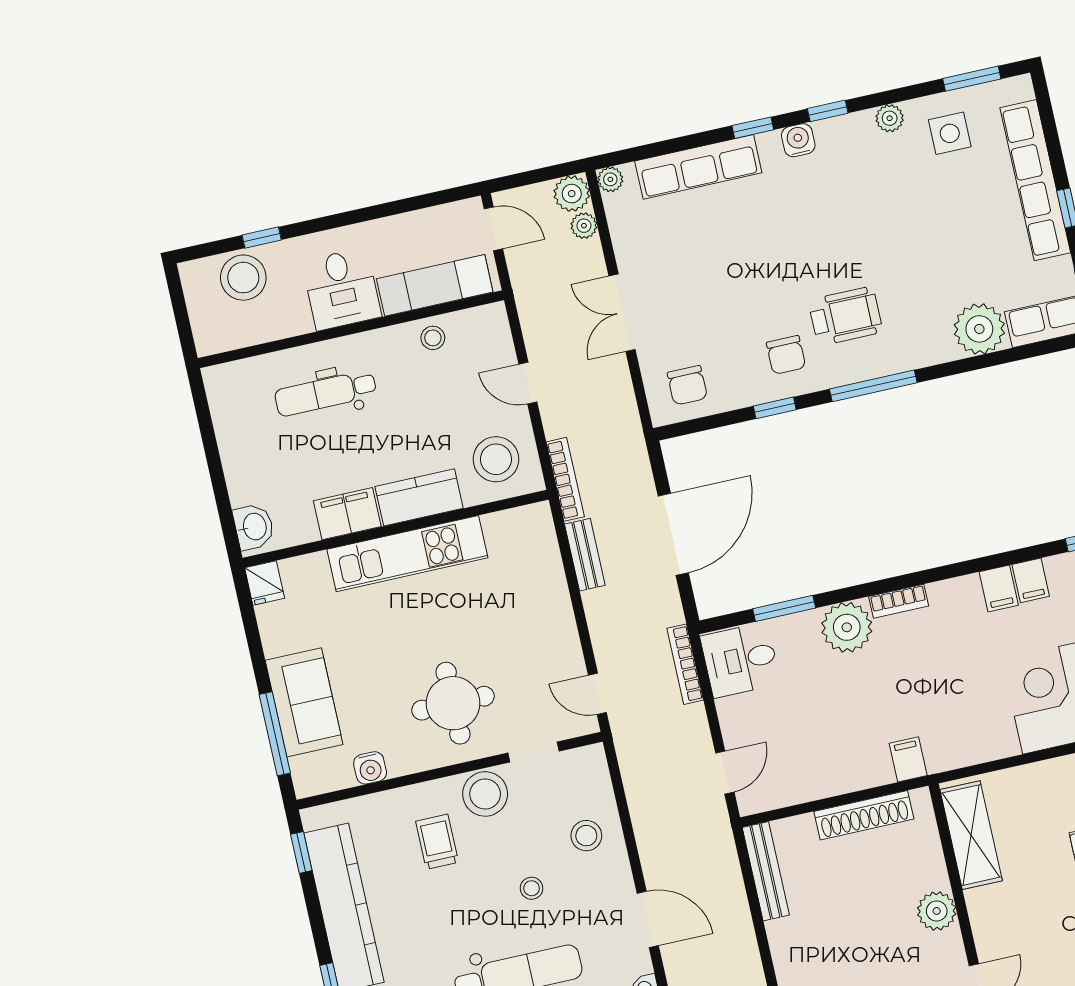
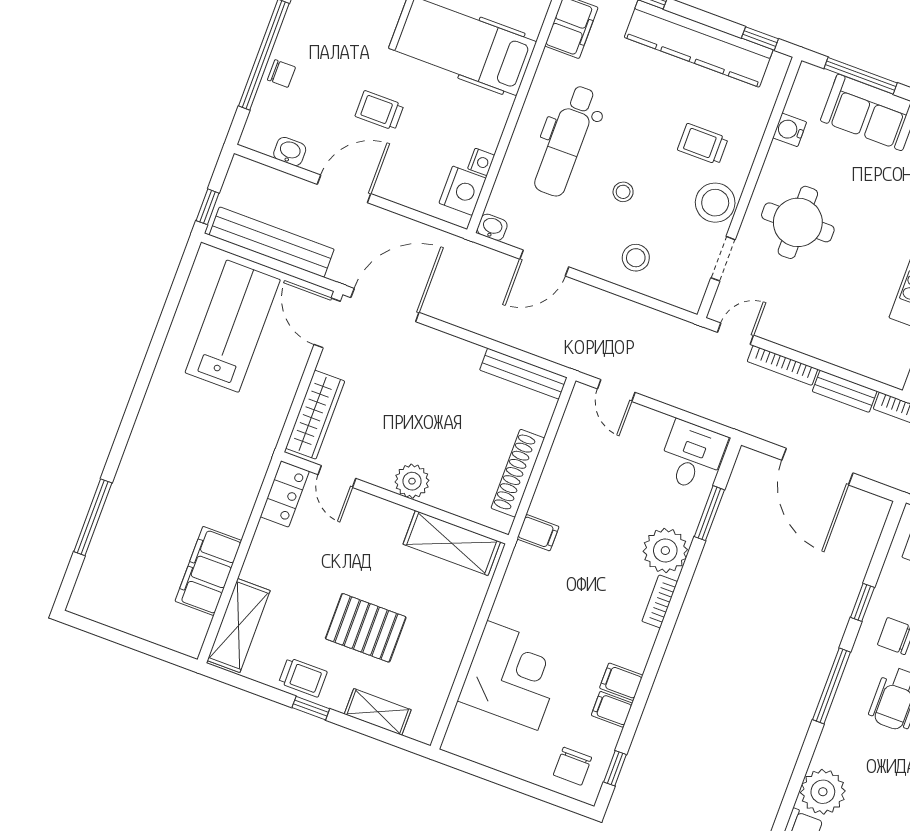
bookcase: (685, 664) -> (783, 365), moved, turned 180
trolley: (437, 842) -> (703, 144), turned 180

